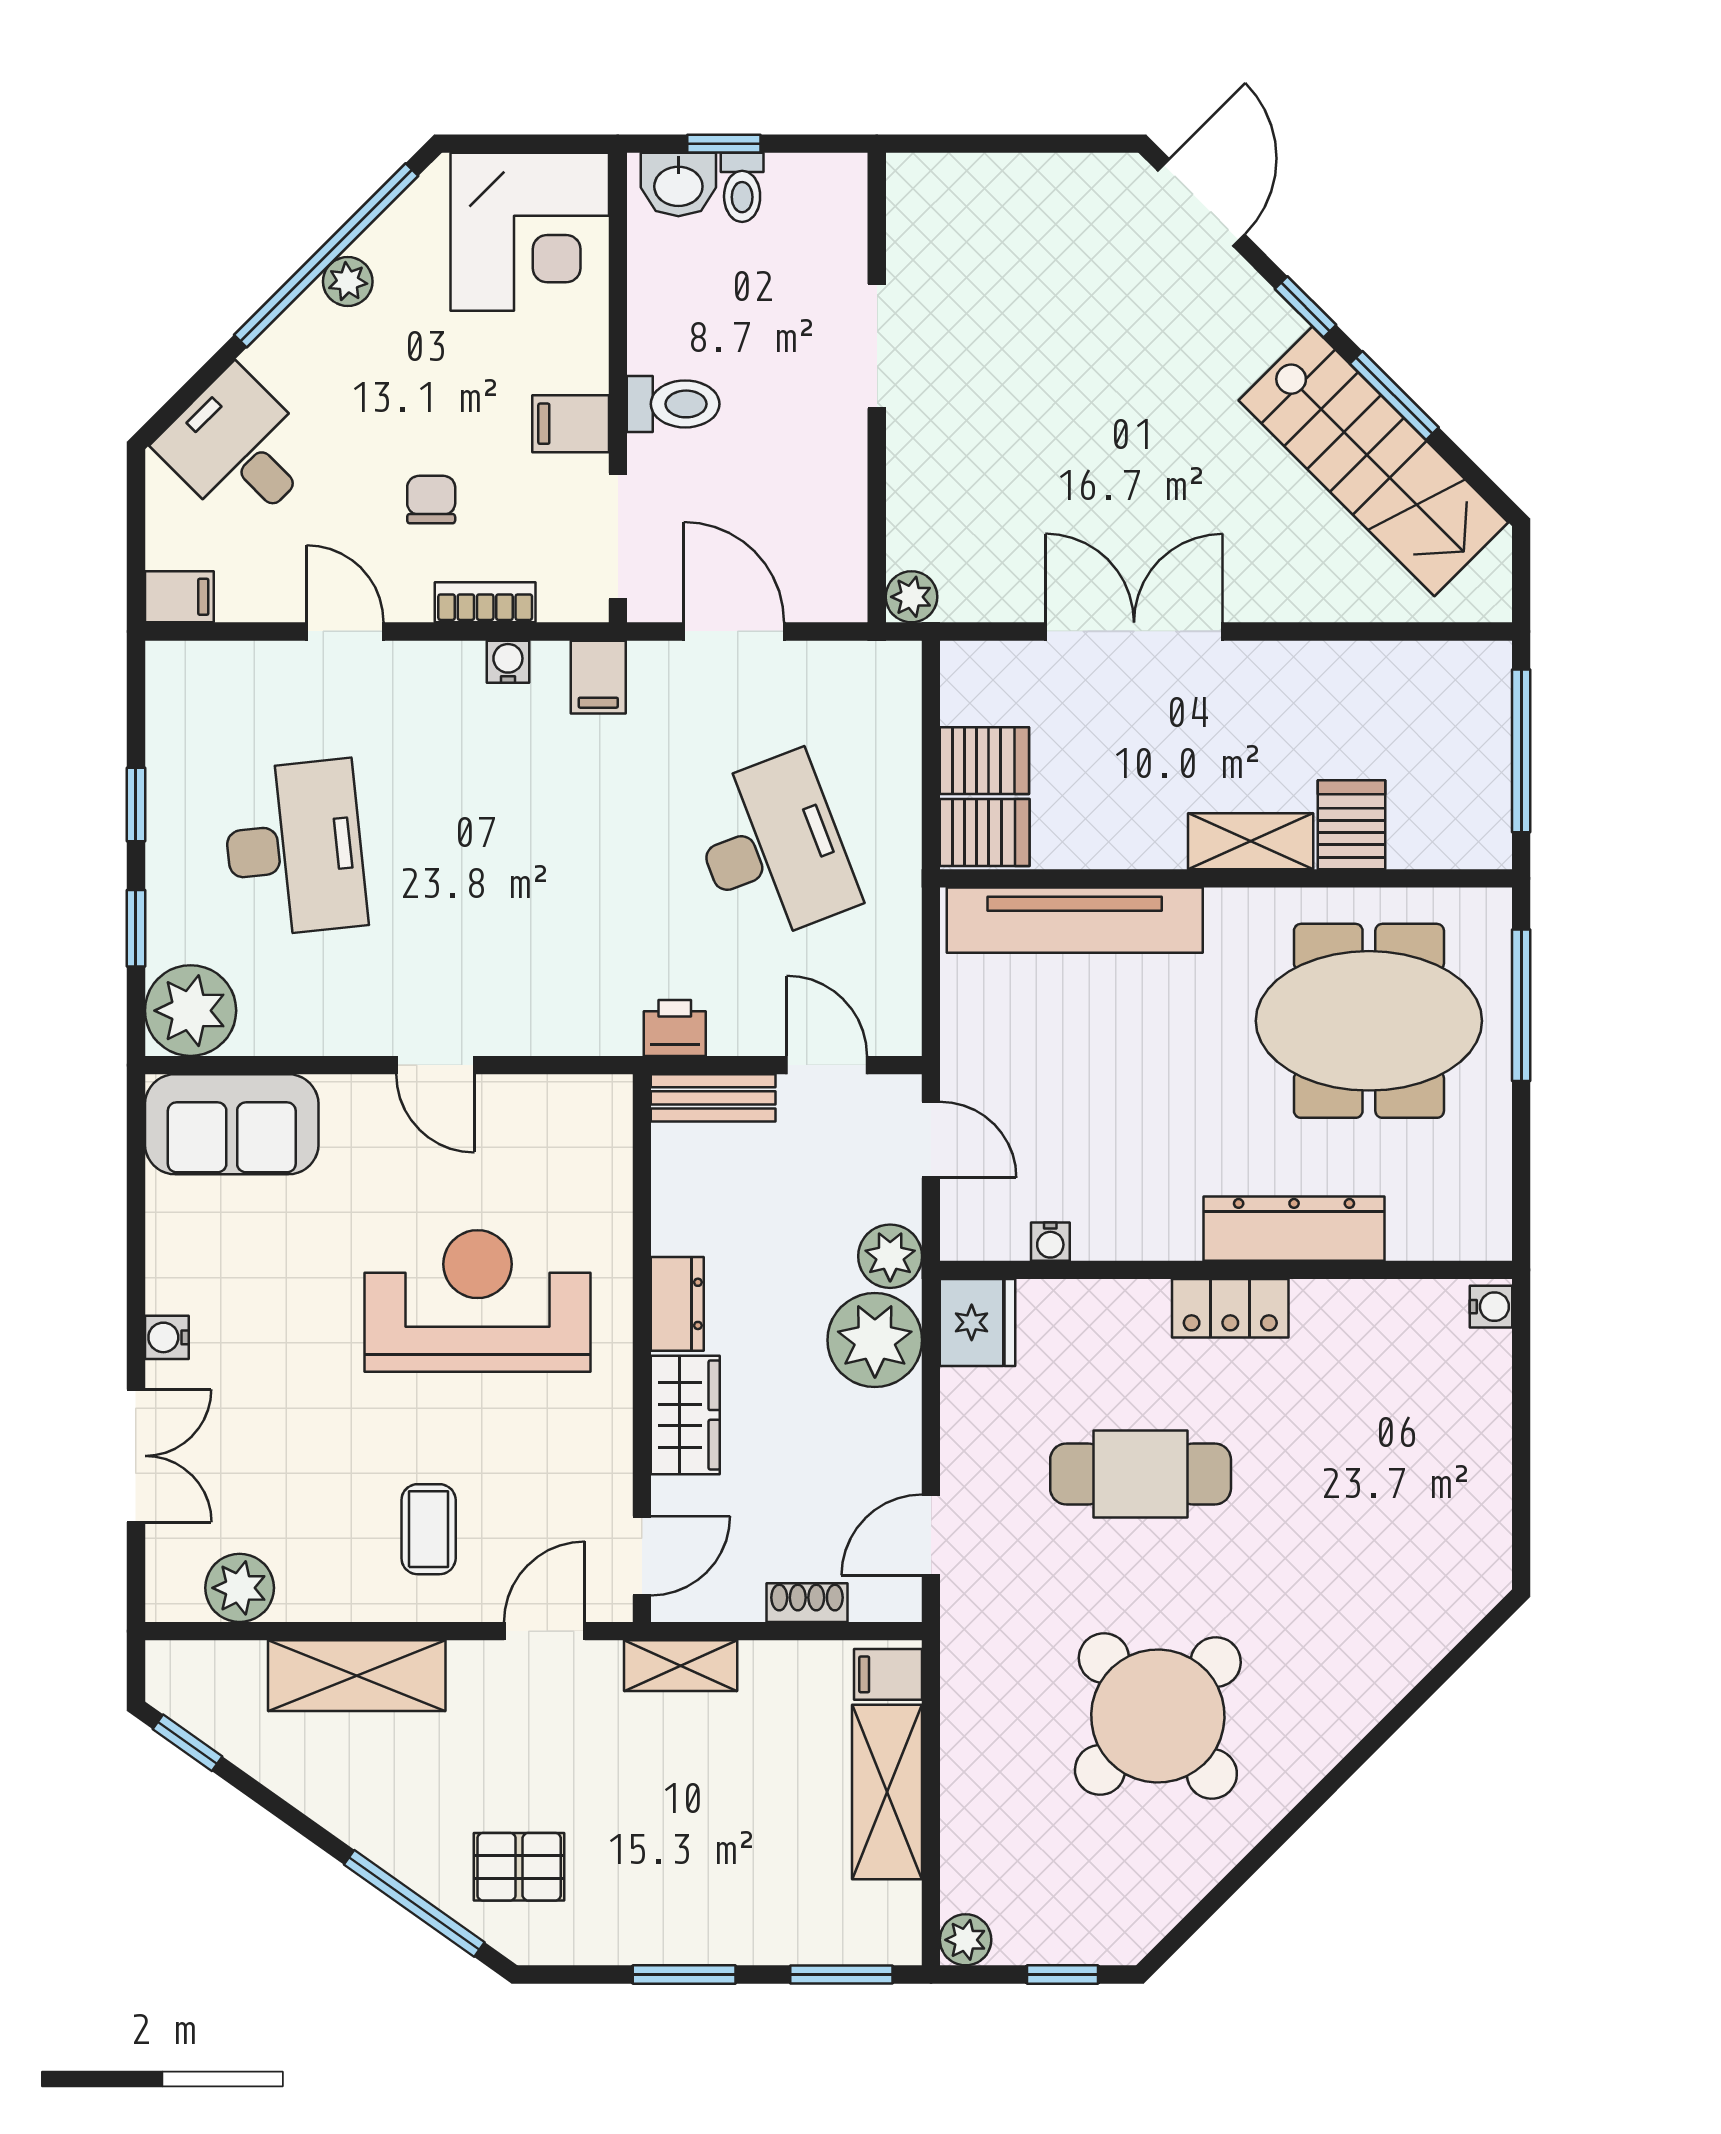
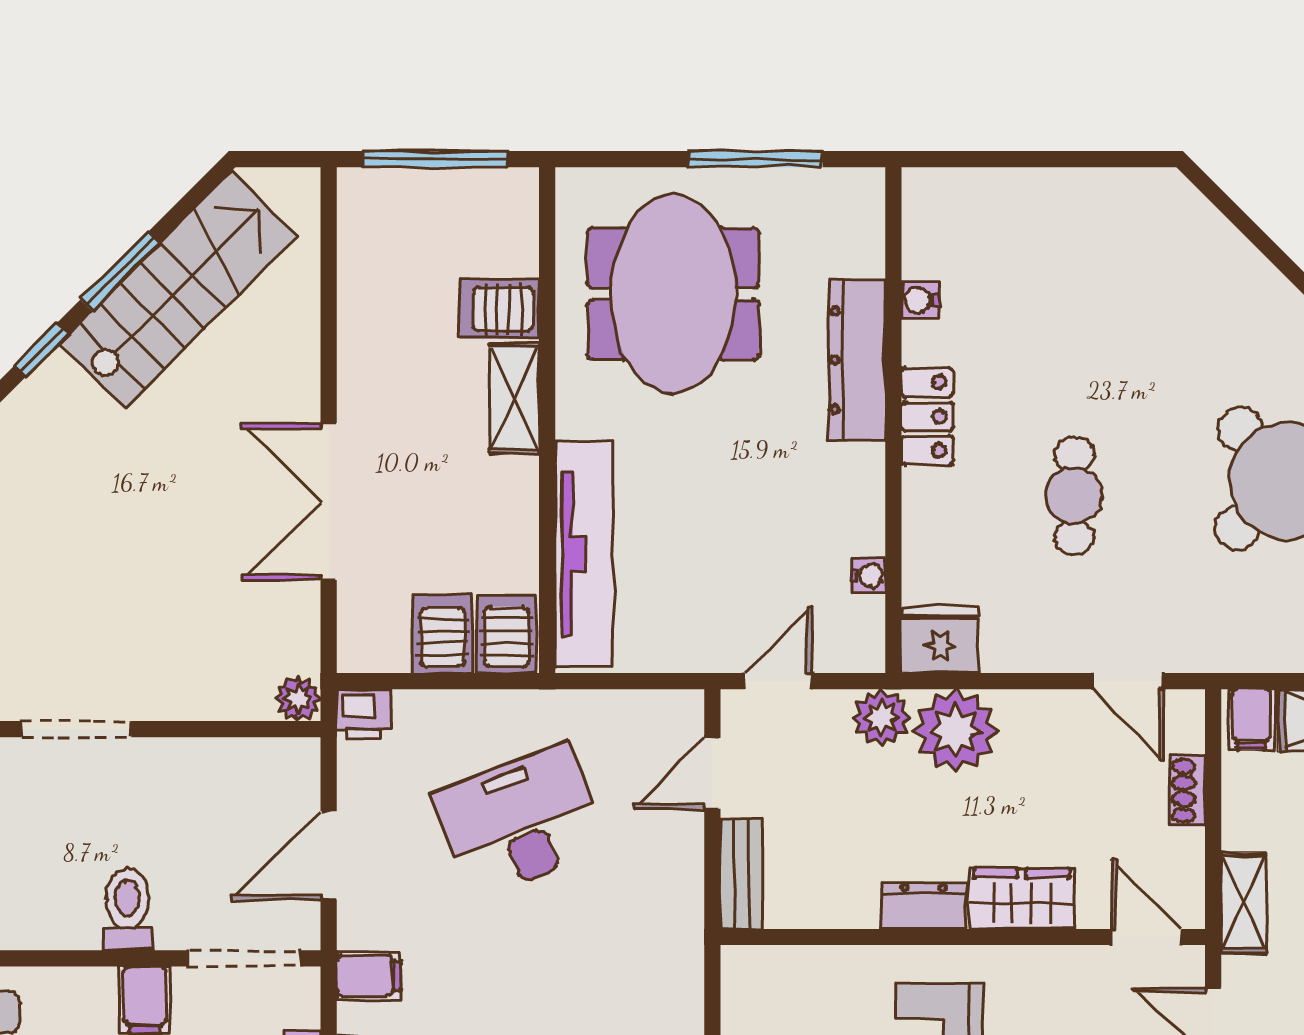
window: (1521, 1005) -> (756, 159), moved
printer: (675, 1028) -> (364, 714), moved, turned -90
water cooler: (1491, 1307) -> (920, 300), moved, turned -90
cafe table: (1141, 1474) -> (1074, 496), width x0.73, depth x0.74

